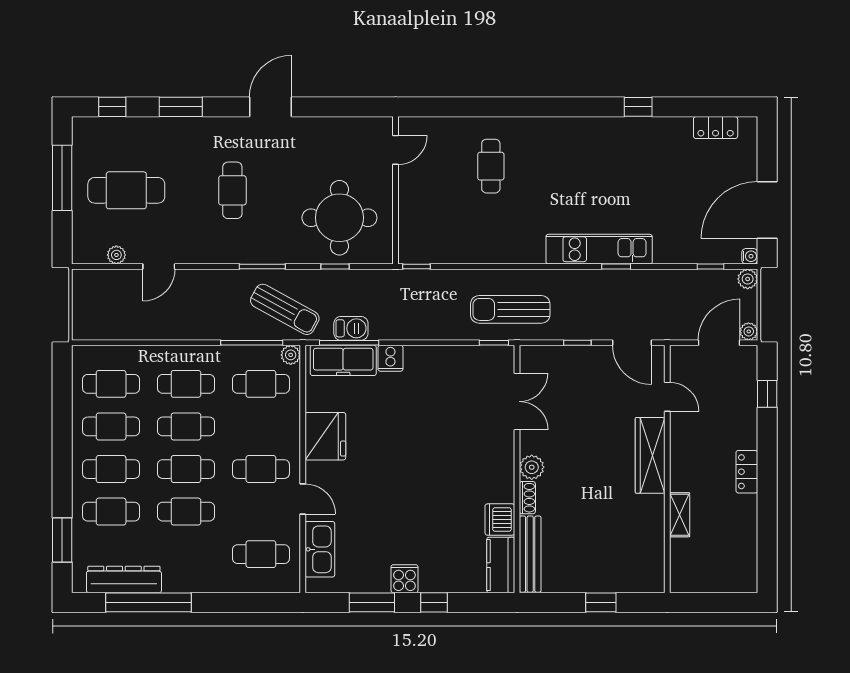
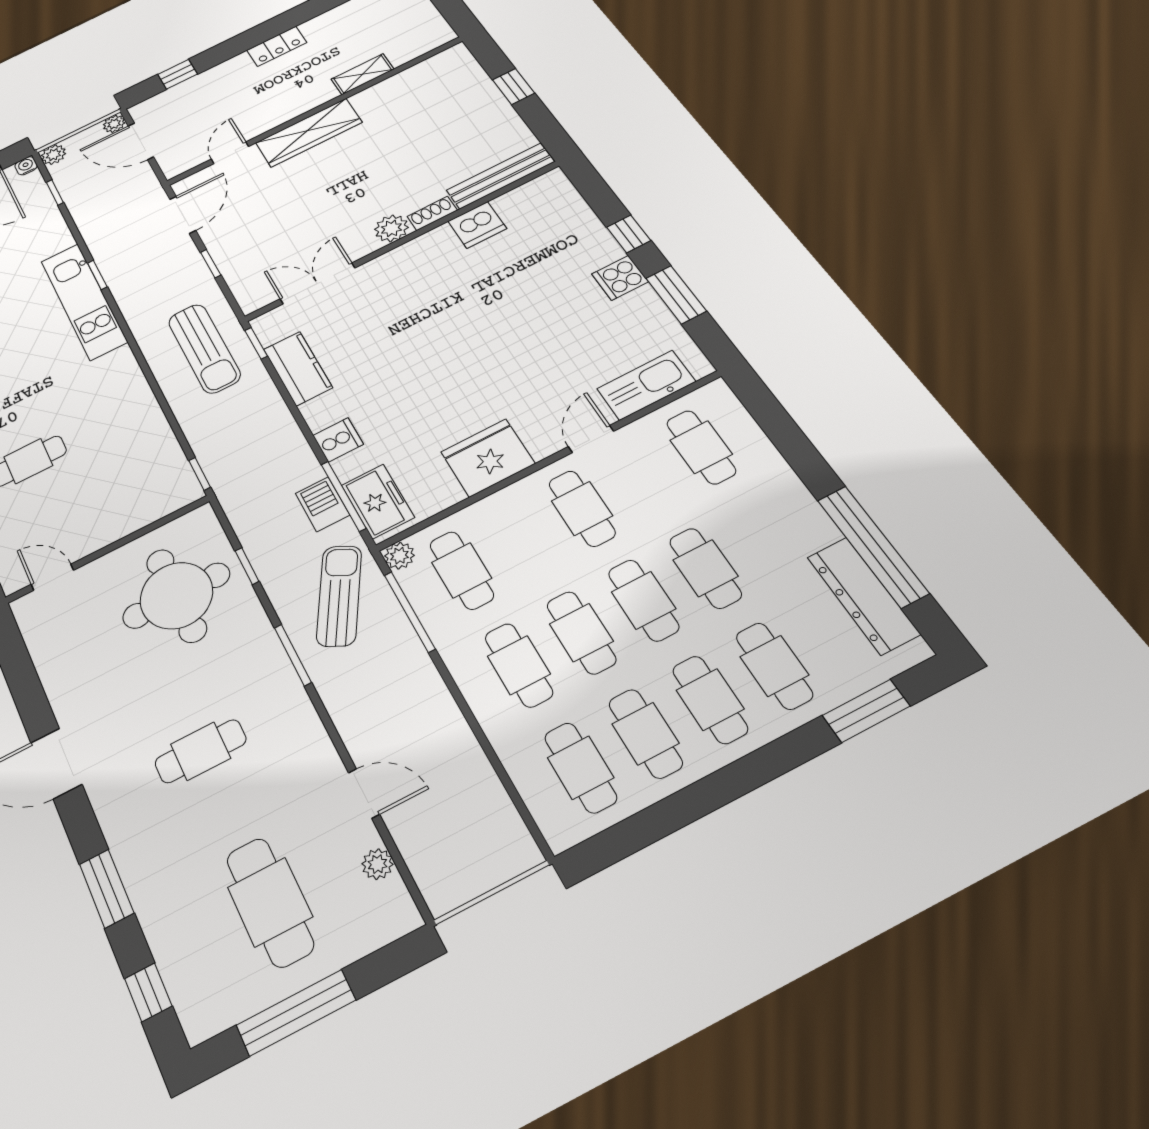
freezer: (343, 360) -> (378, 501), width x0.71
kitchen counter: (501, 565) -> (298, 368), moved, turned -90

